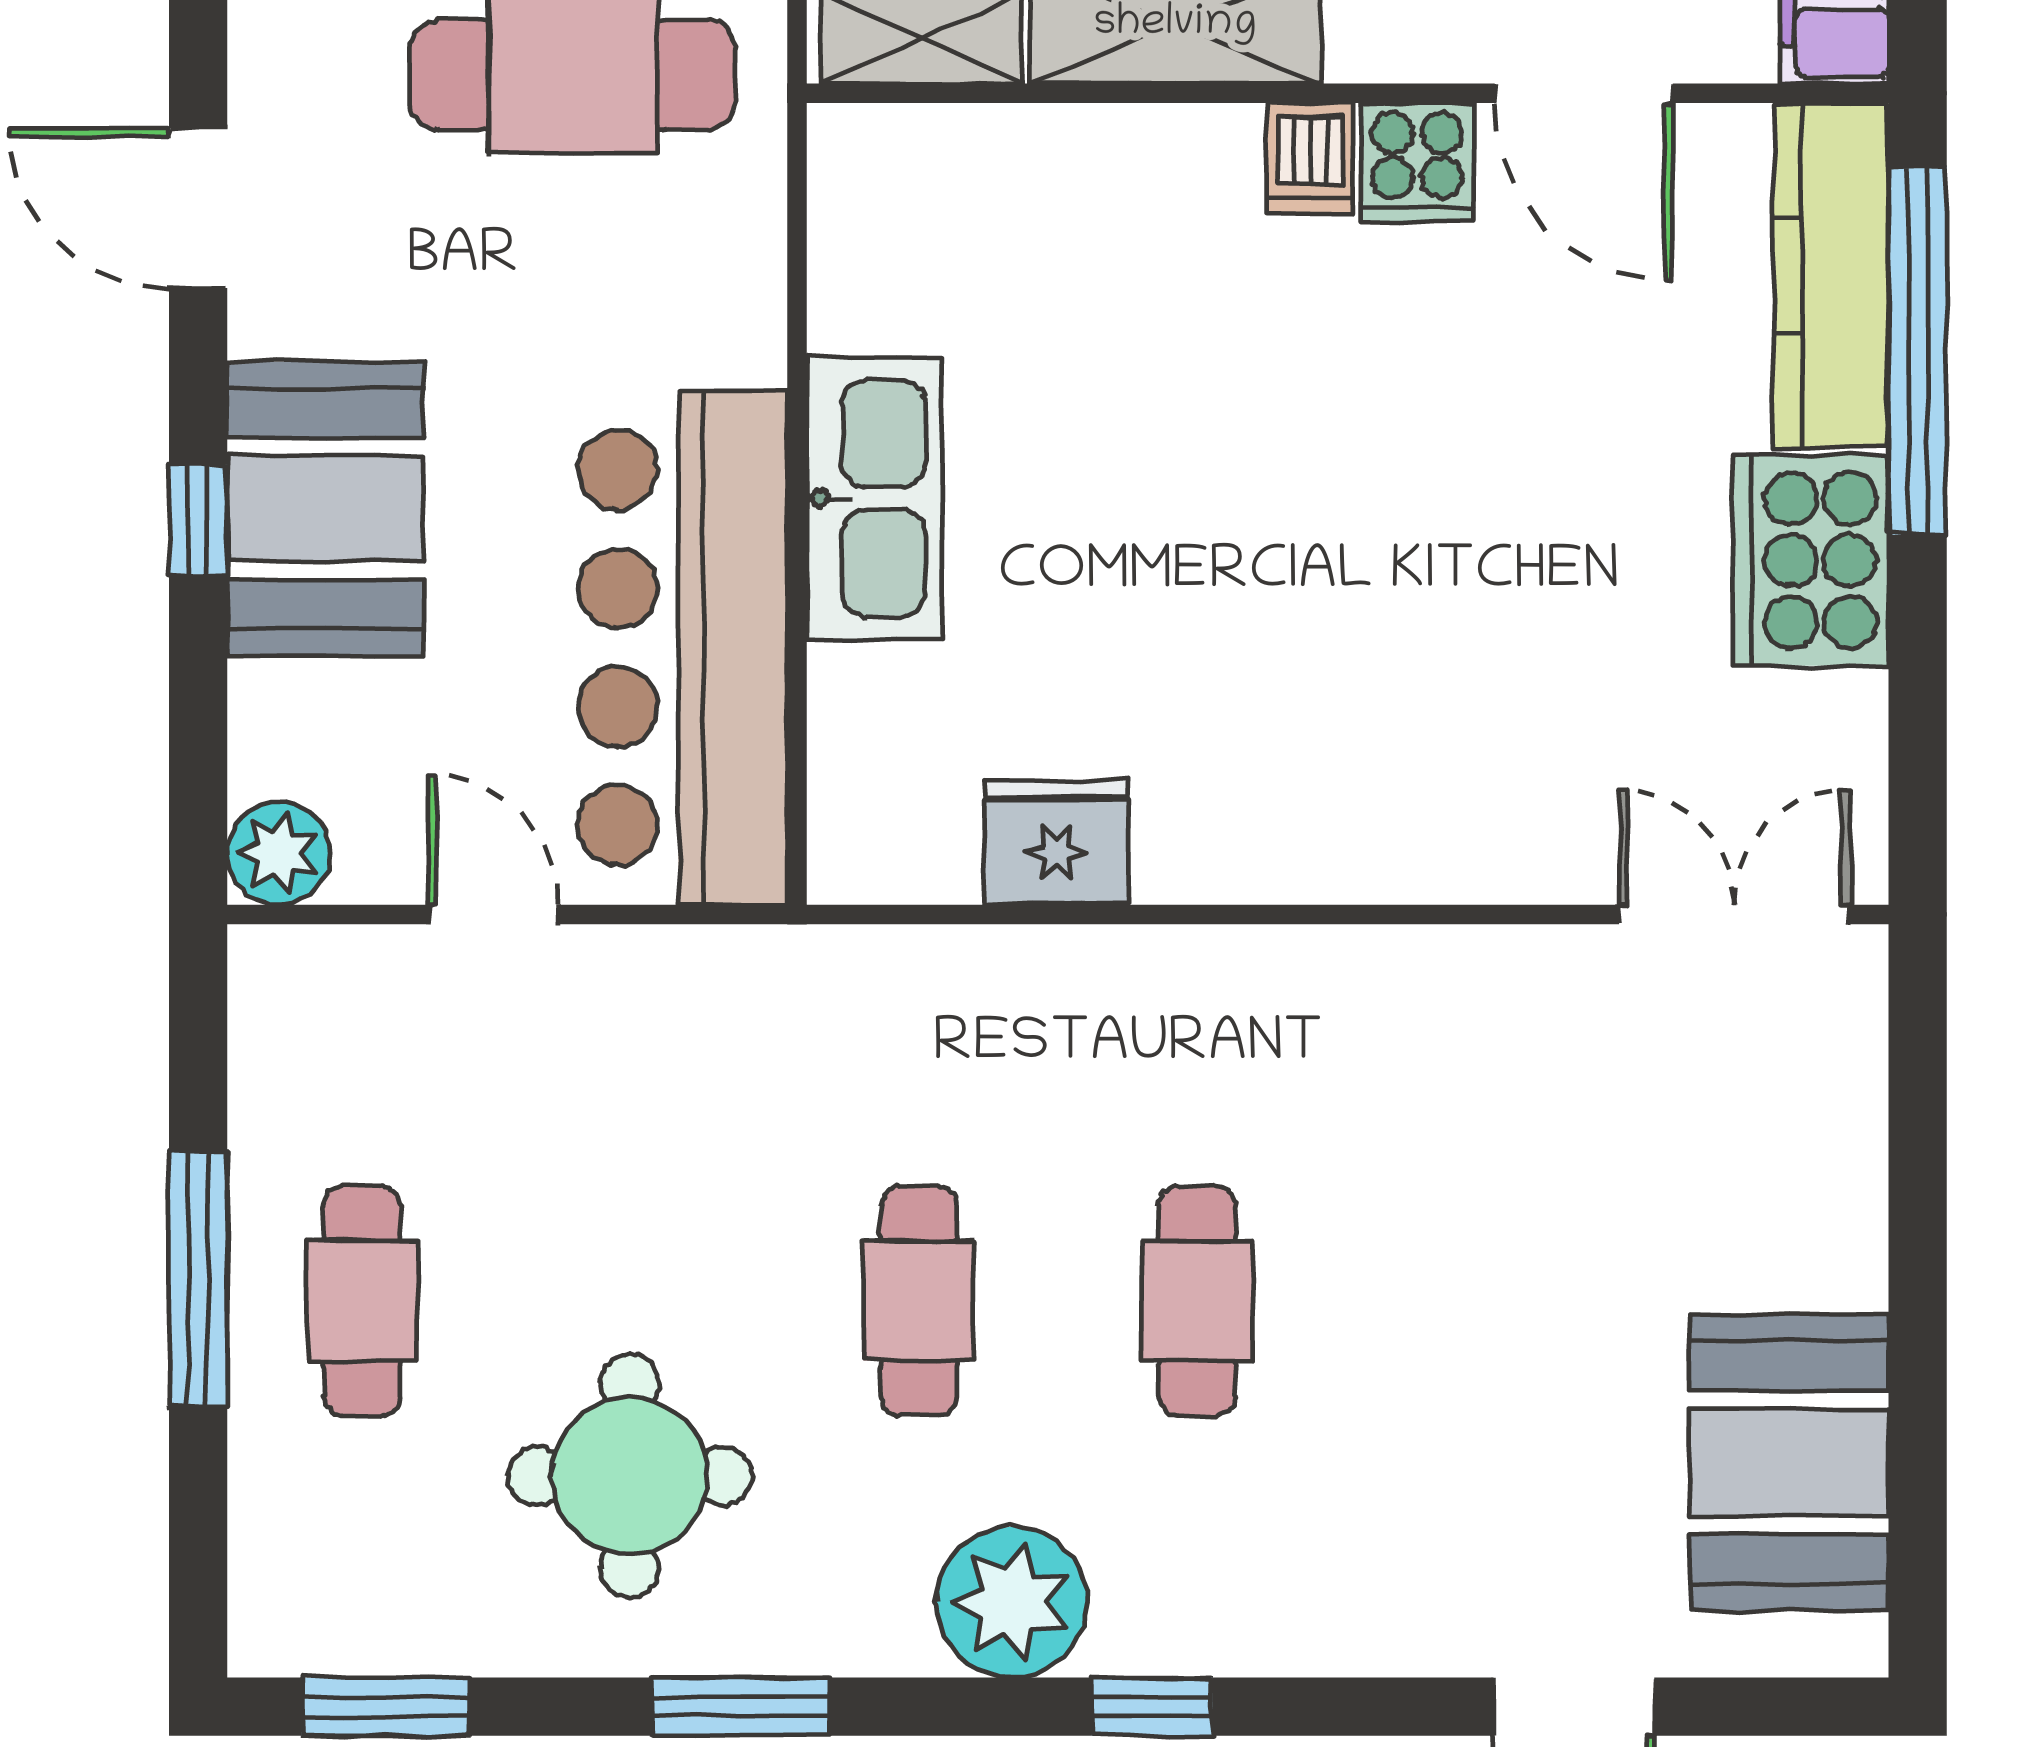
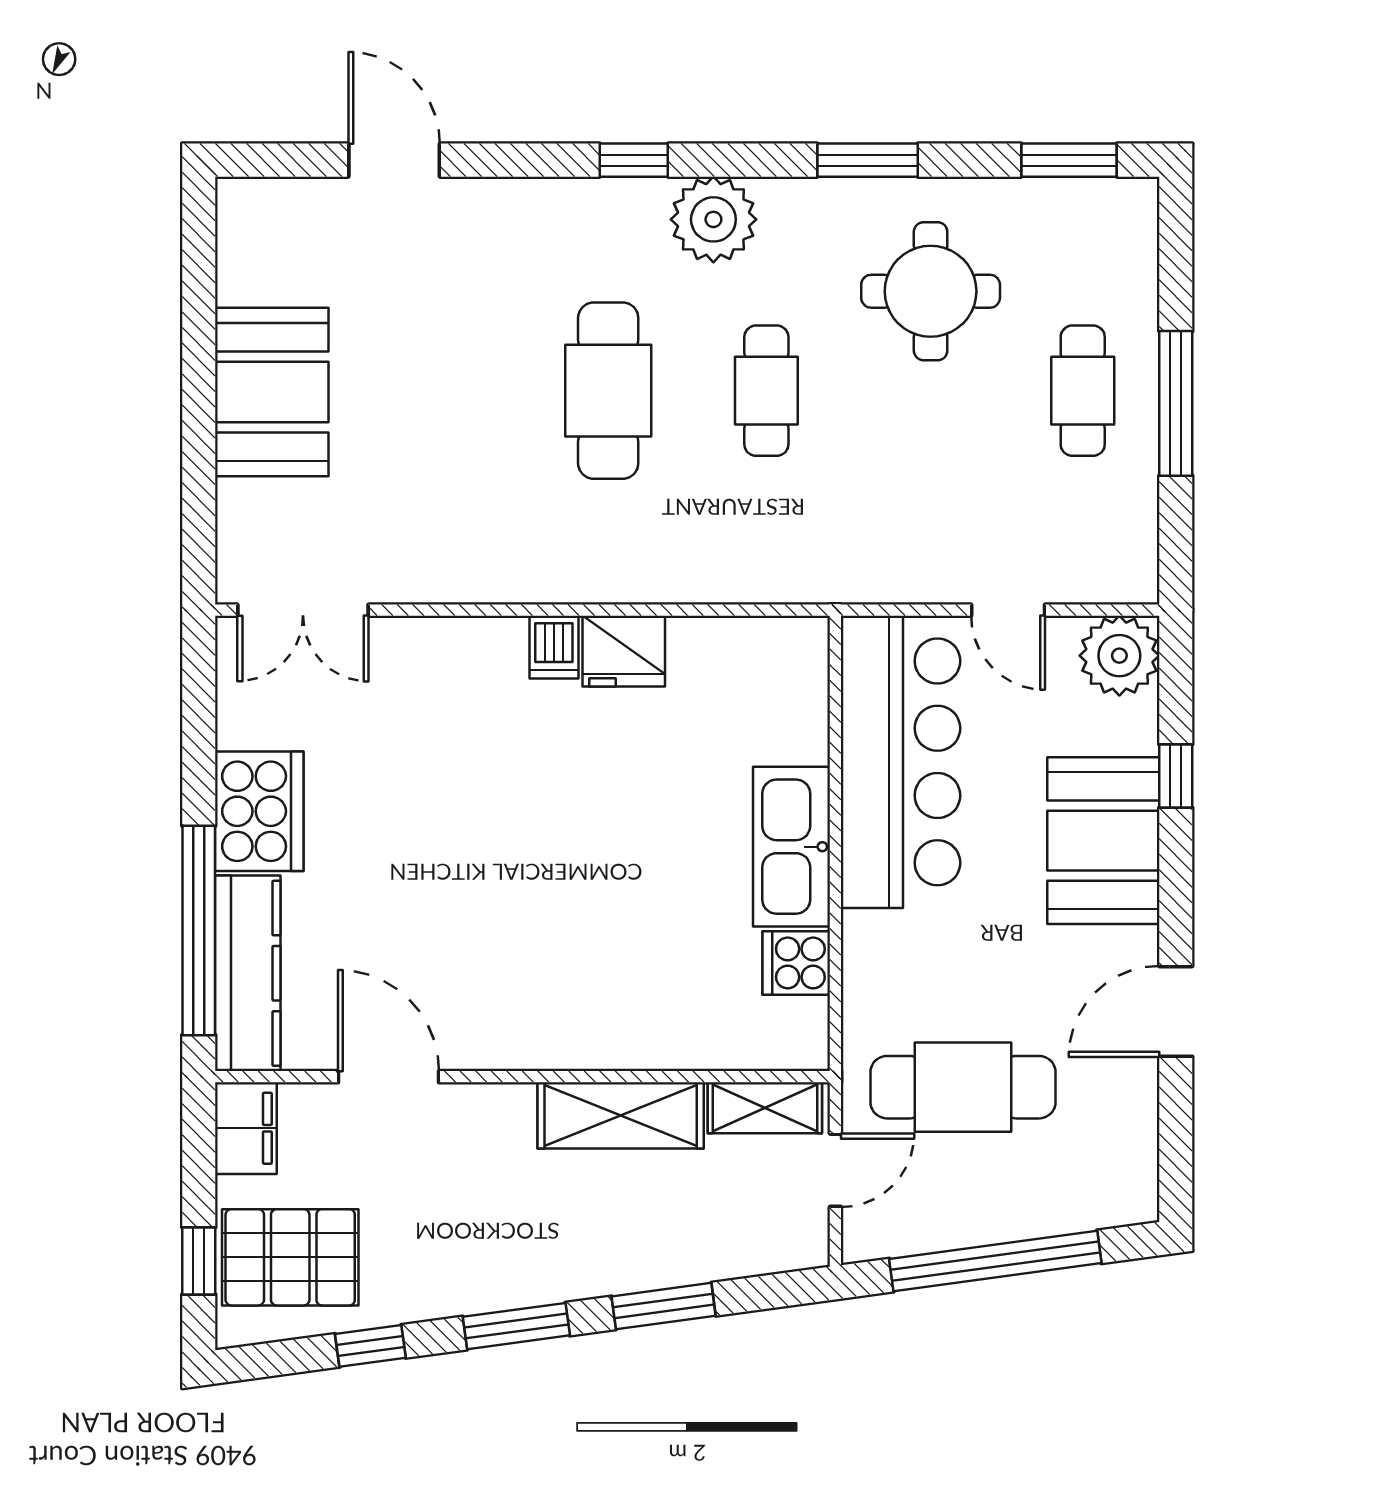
dishwasher: (1310, 158) -> (554, 647), moved, turned 180
cooker: (1417, 162) -> (796, 963), moved, turned -90
door: (198, 208) -> (1176, 1011), swing flipped
window: (198, 521) -> (1176, 776), moved
fridge: (1057, 842) -> (624, 651), moved
plant: (279, 853) -> (1119, 656), width x1.36, depth x1.36
cafe table: (1197, 1301) -> (608, 391), width x1.37, depth x1.35
booth: (1789, 1462) -> (272, 392), moved

